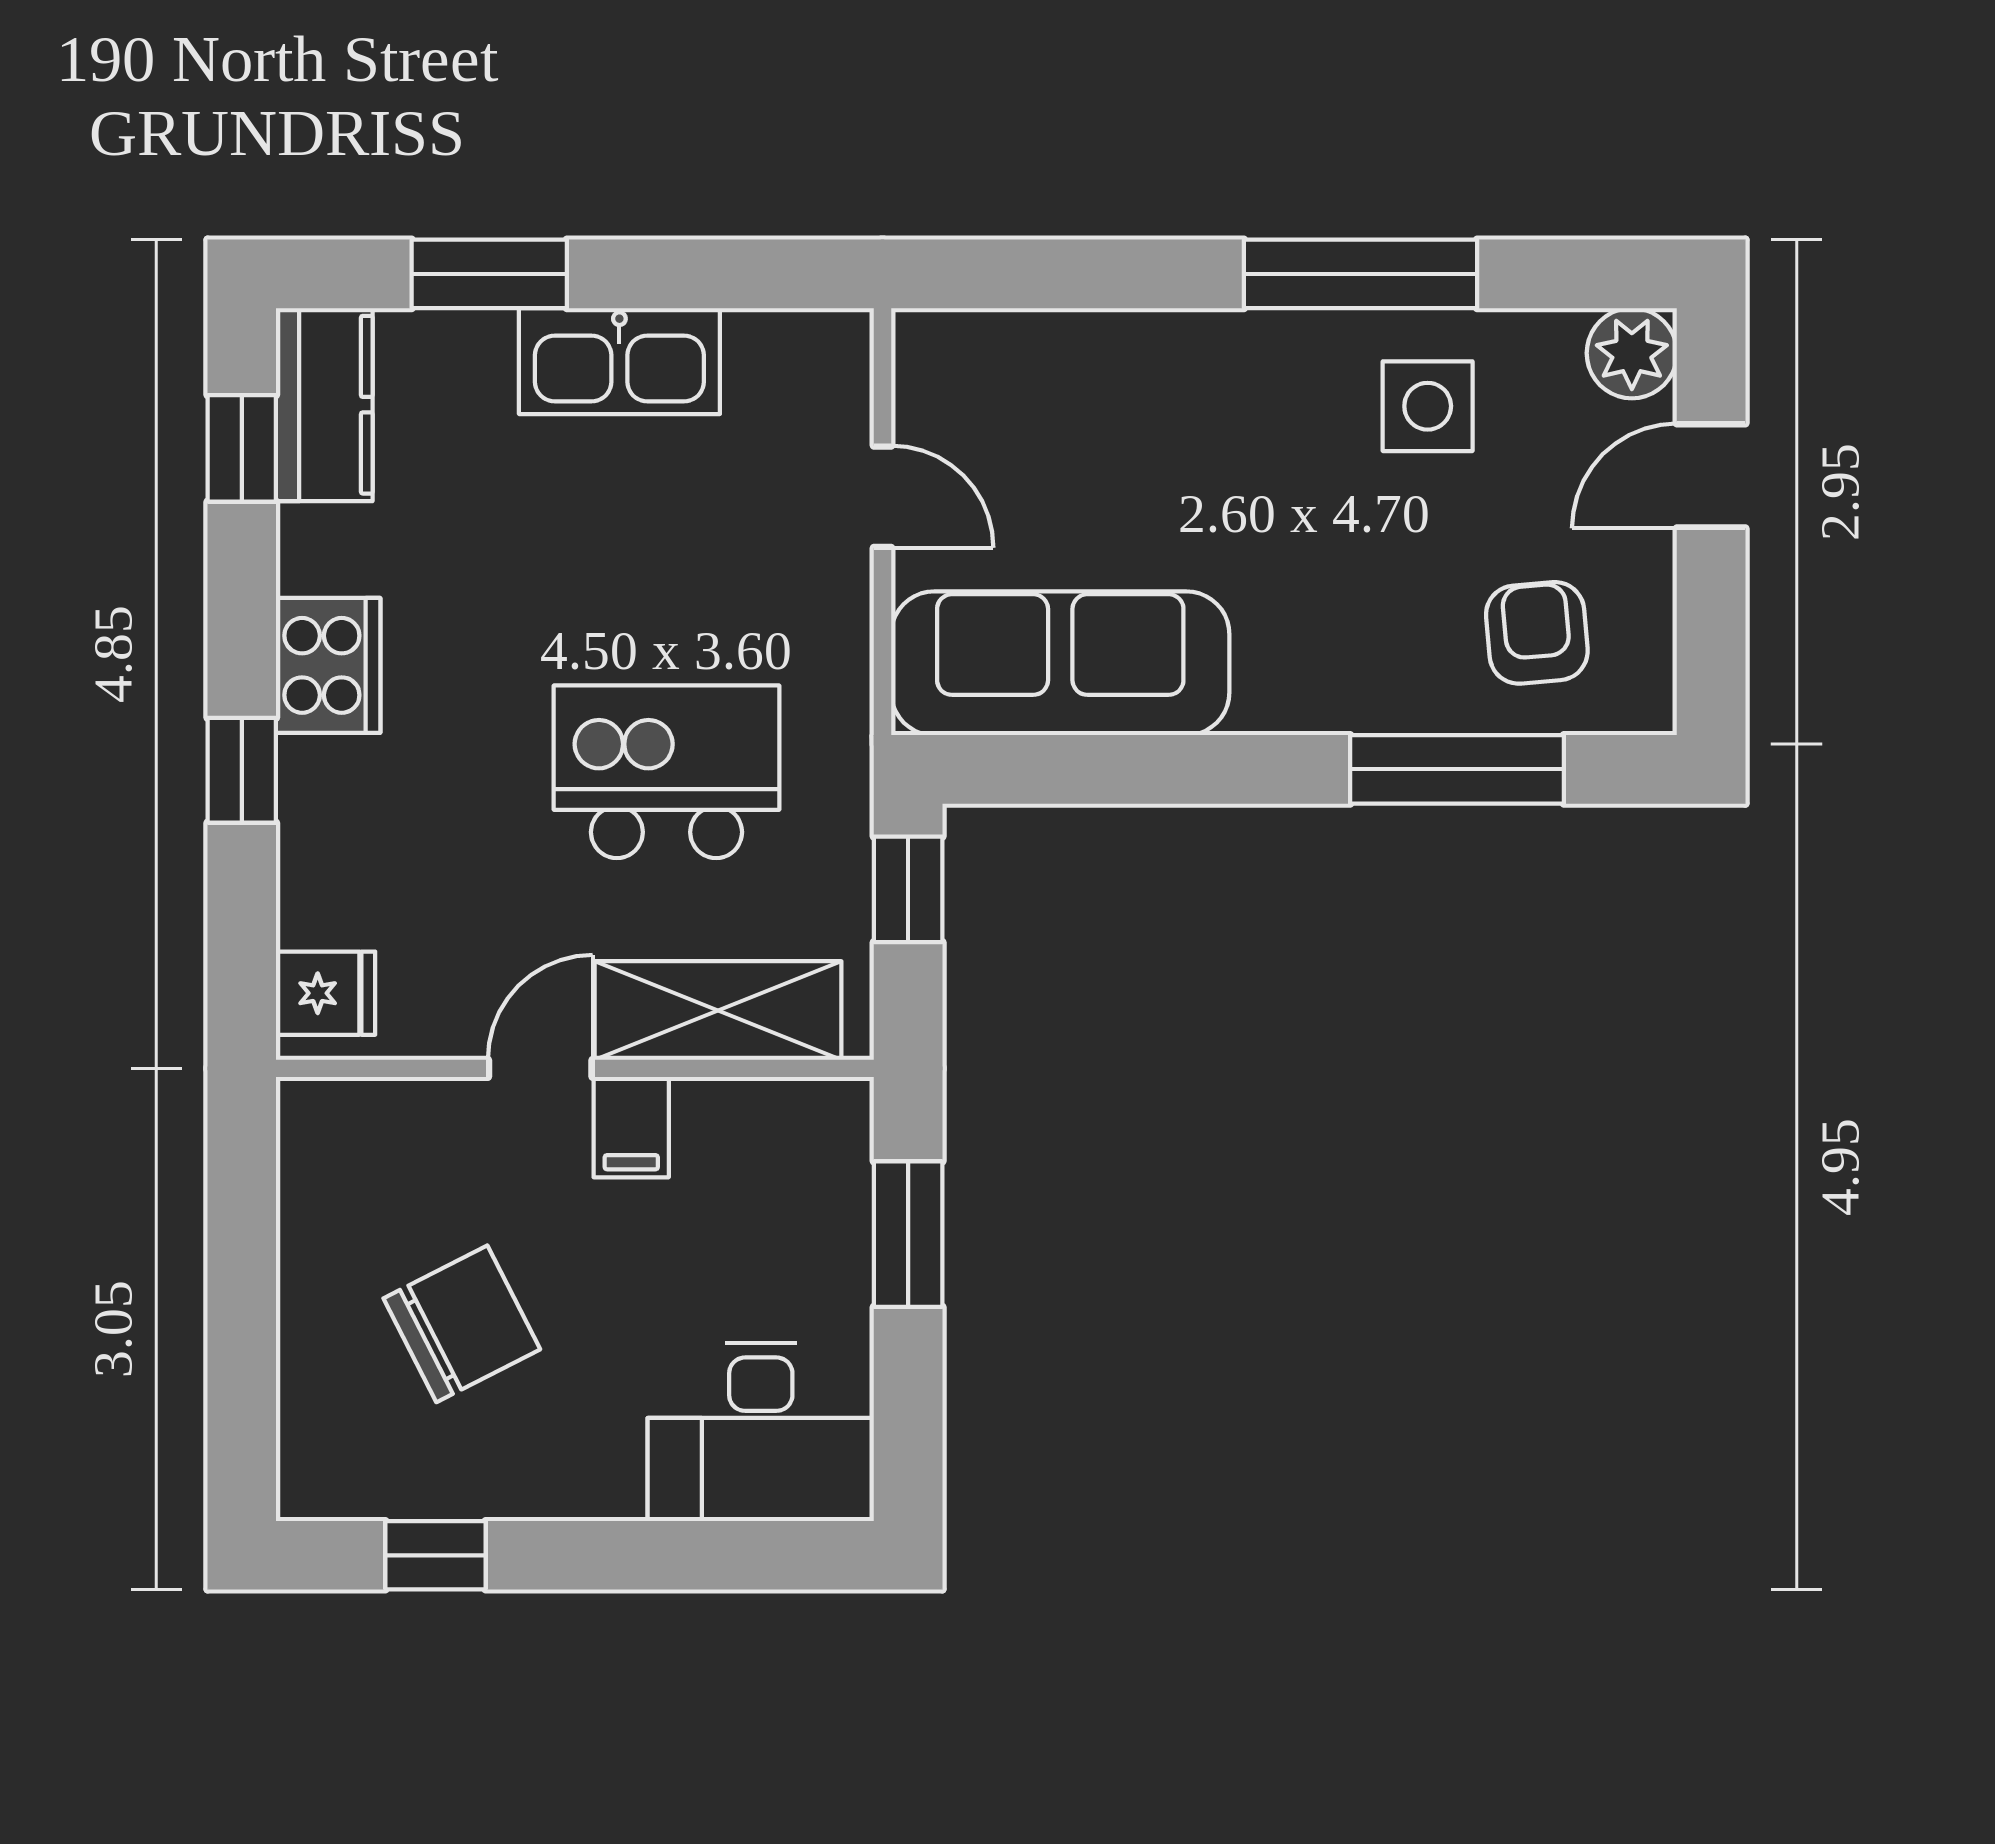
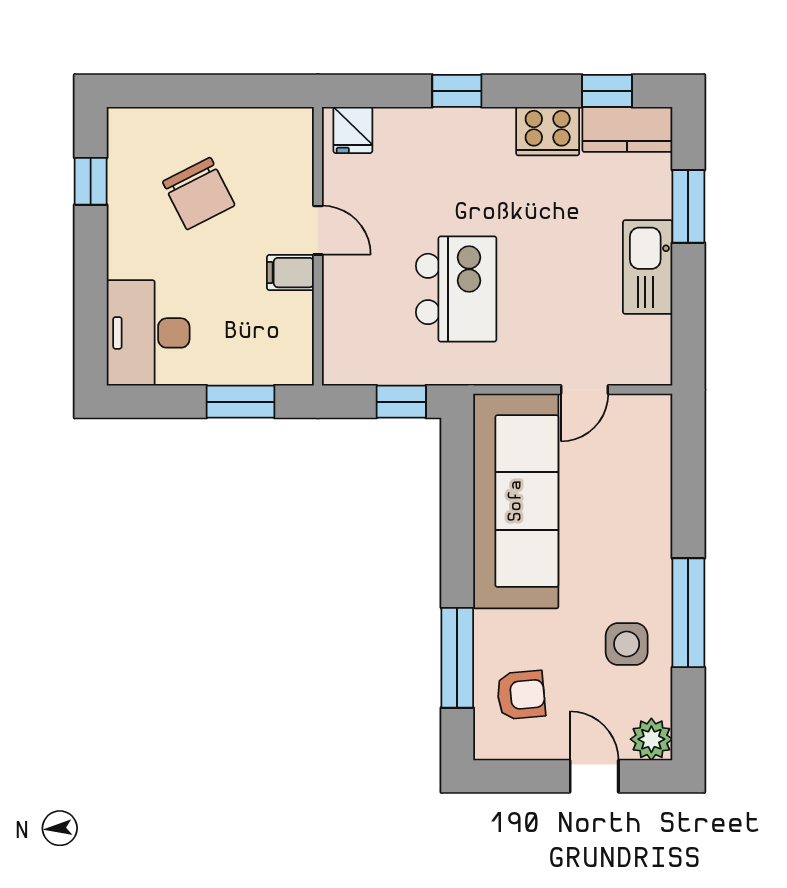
sofa: (1060, 663) -> (516, 501), width x1.36, depth x1.27
cooker: (328, 665) -> (548, 131), moved
shelving: (718, 1010) -> (345, 313), removed

